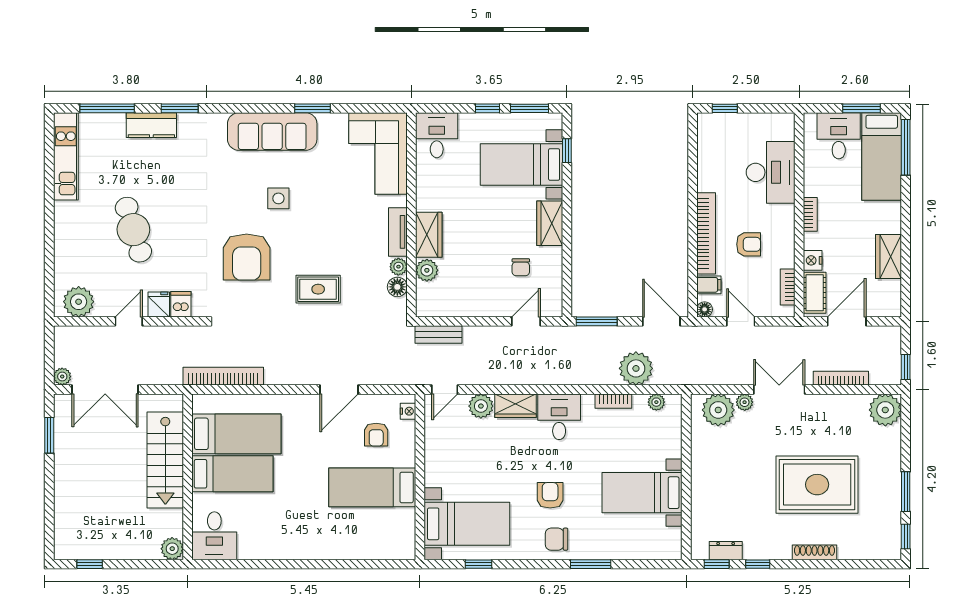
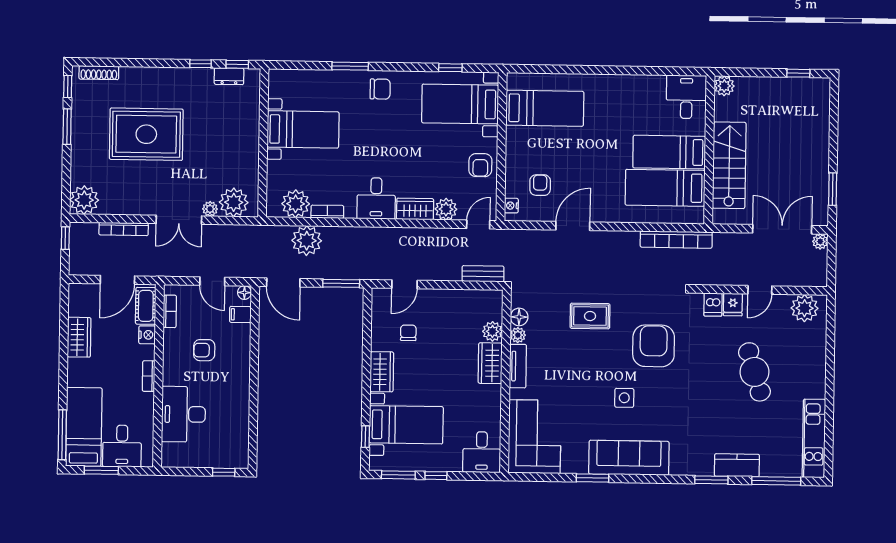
bookcase: (706, 233) -> (242, 360), removed
plant: (656, 402) -> (296, 204), width x1.87, depth x1.87
bed: (372, 487) -> (545, 108), moved
armchair: (550, 495) -> (480, 165), moved
shoe rack: (815, 552) -> (99, 73), moved

